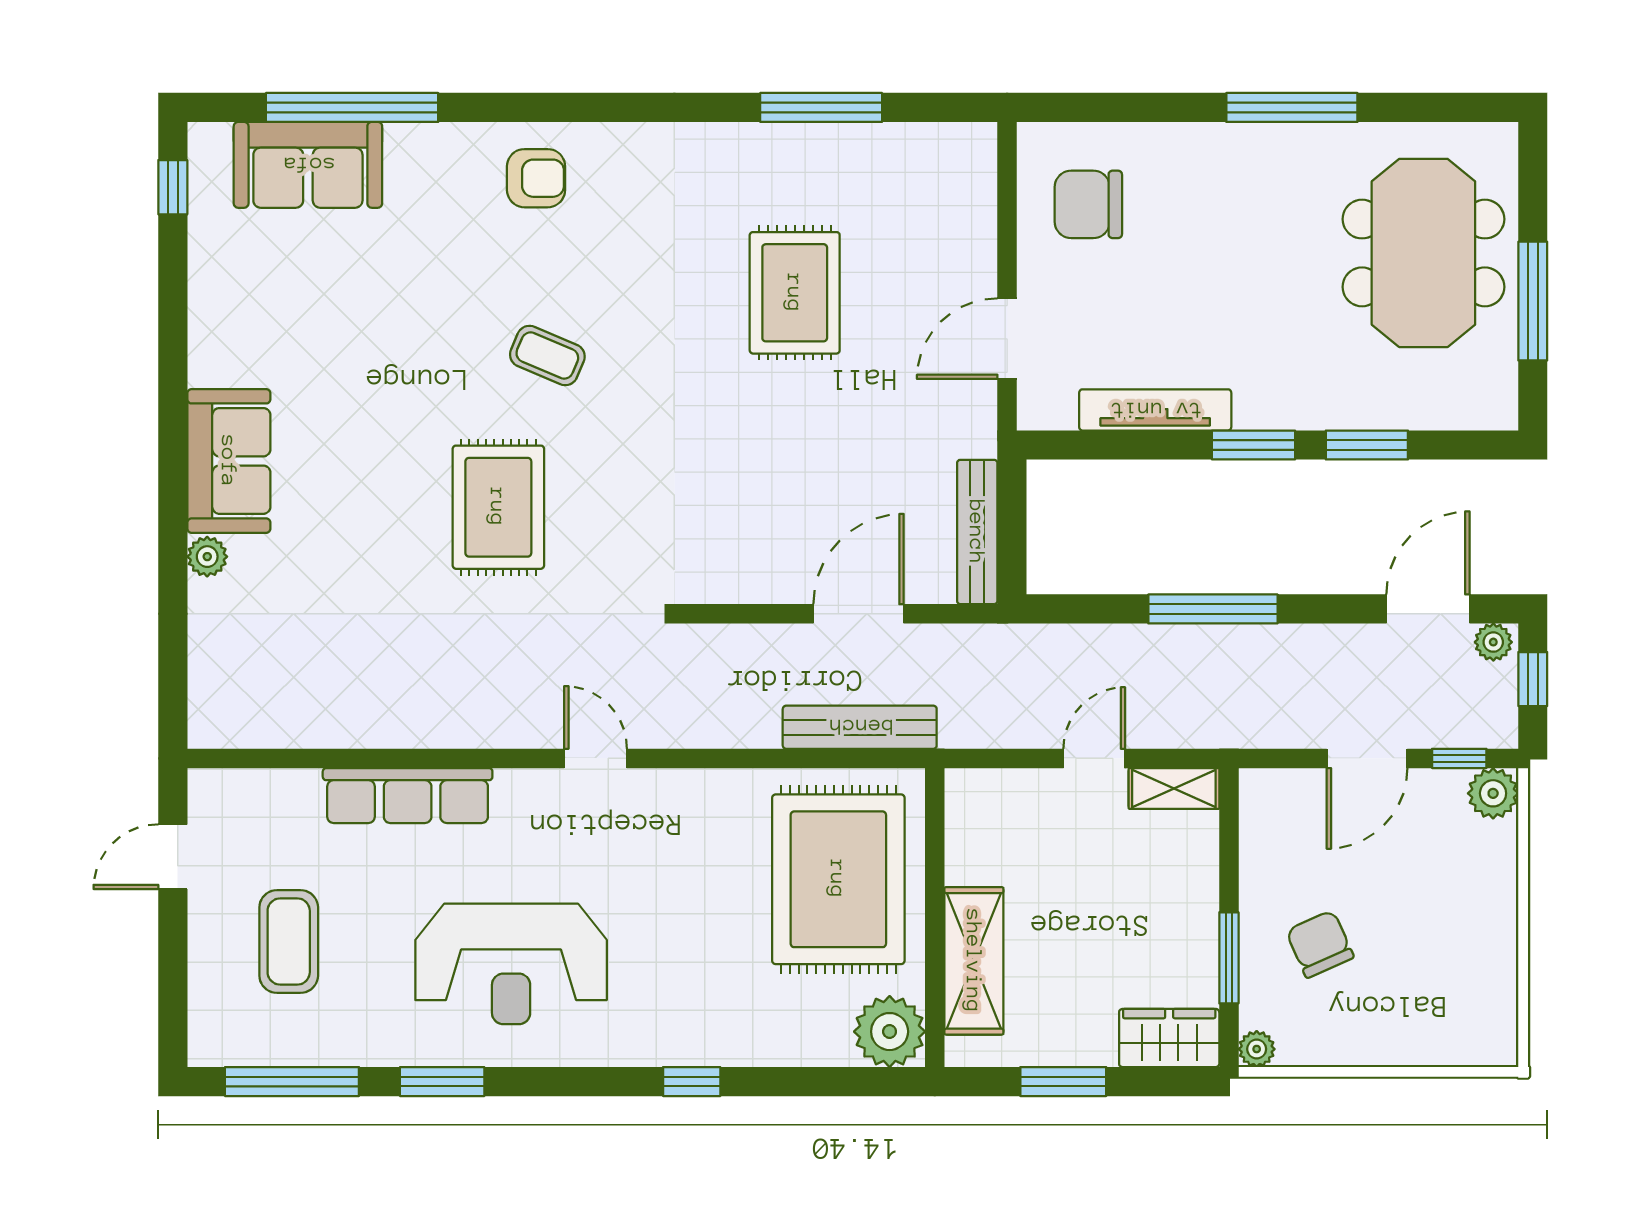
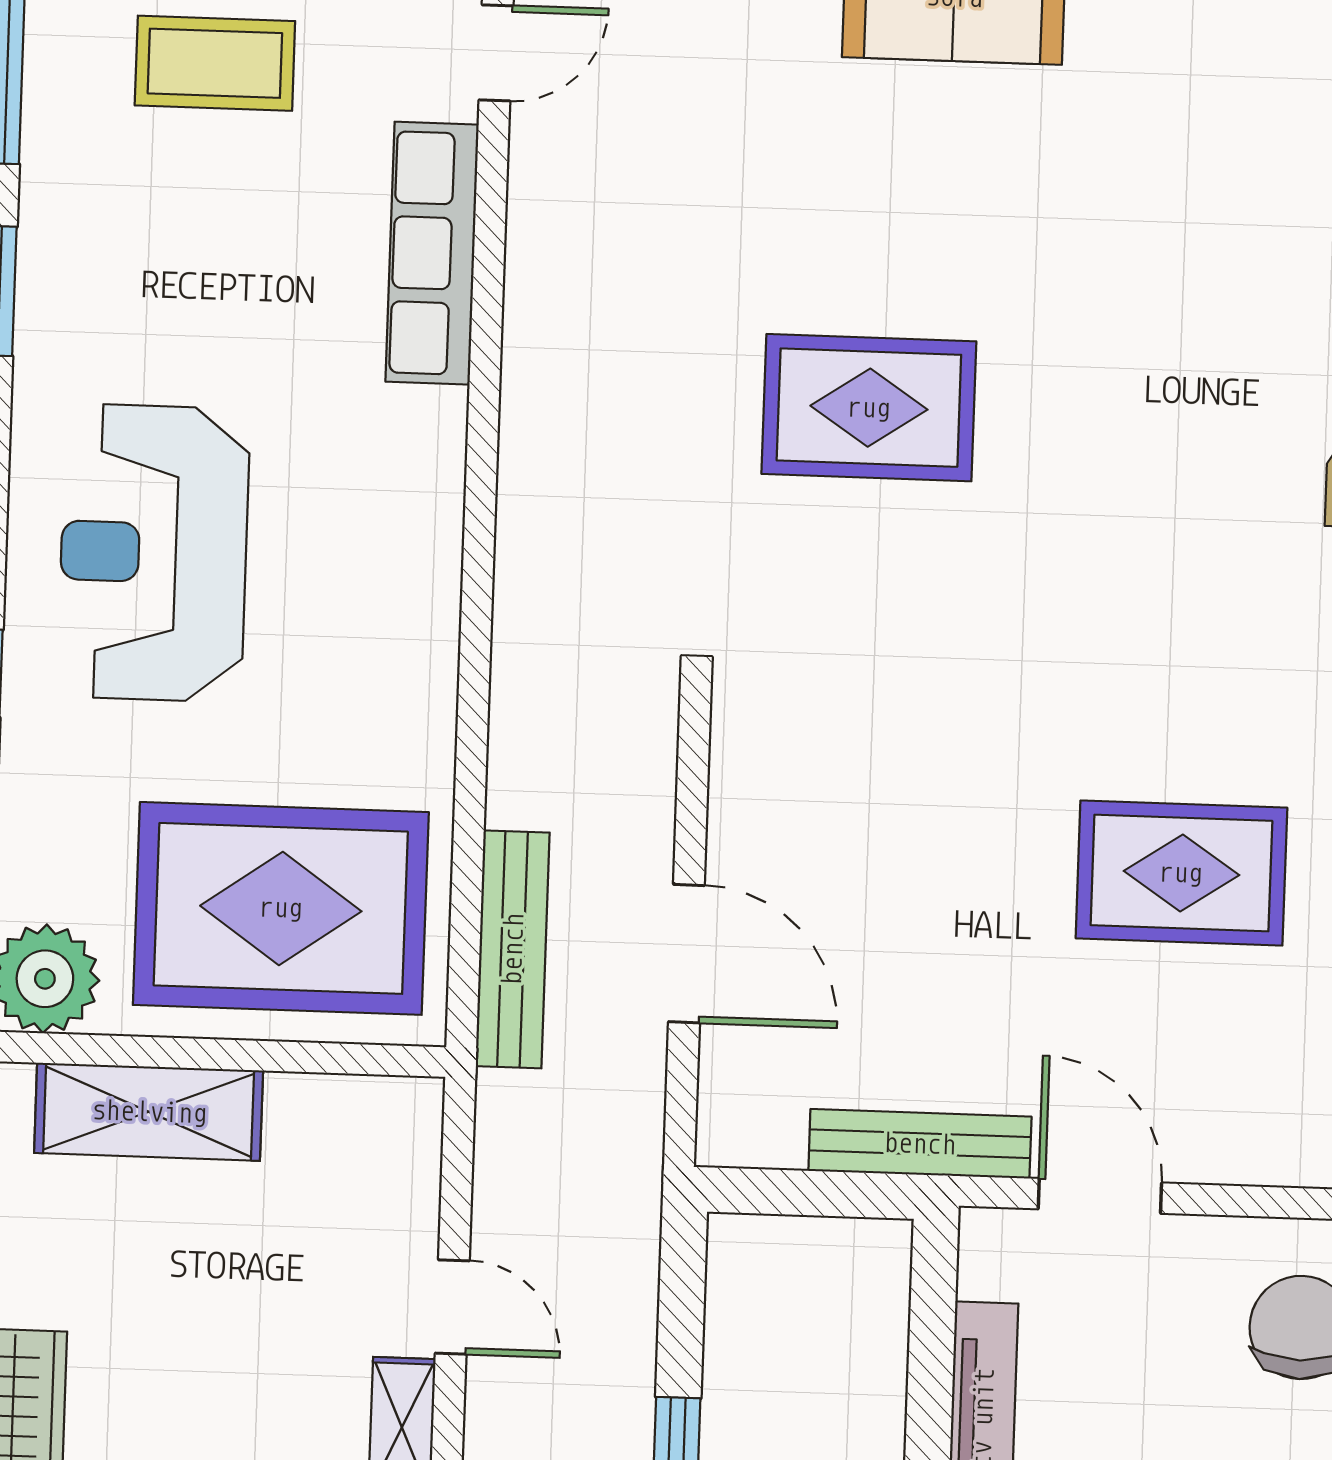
coffee table: (547, 356) -> (1099, 491), removed
bench: (977, 532) -> (920, 1144), moved
door: (596, 758) -> (496, 53), moved
reception desk: (511, 964) -> (154, 553), moved

